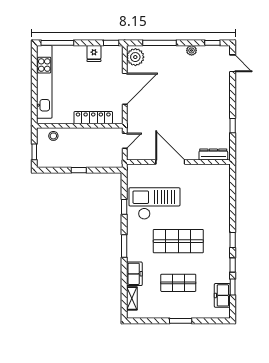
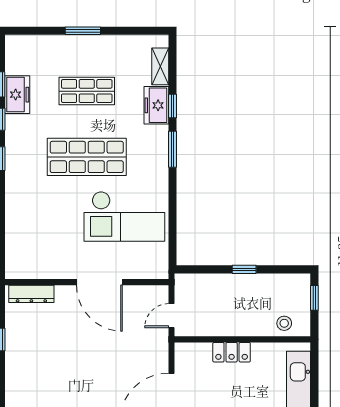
locker: (93, 118) -> (232, 352), width x0.66
window: (124, 207) -> (172, 106), moved
freezer: (222, 295) -> (17, 95), moved

